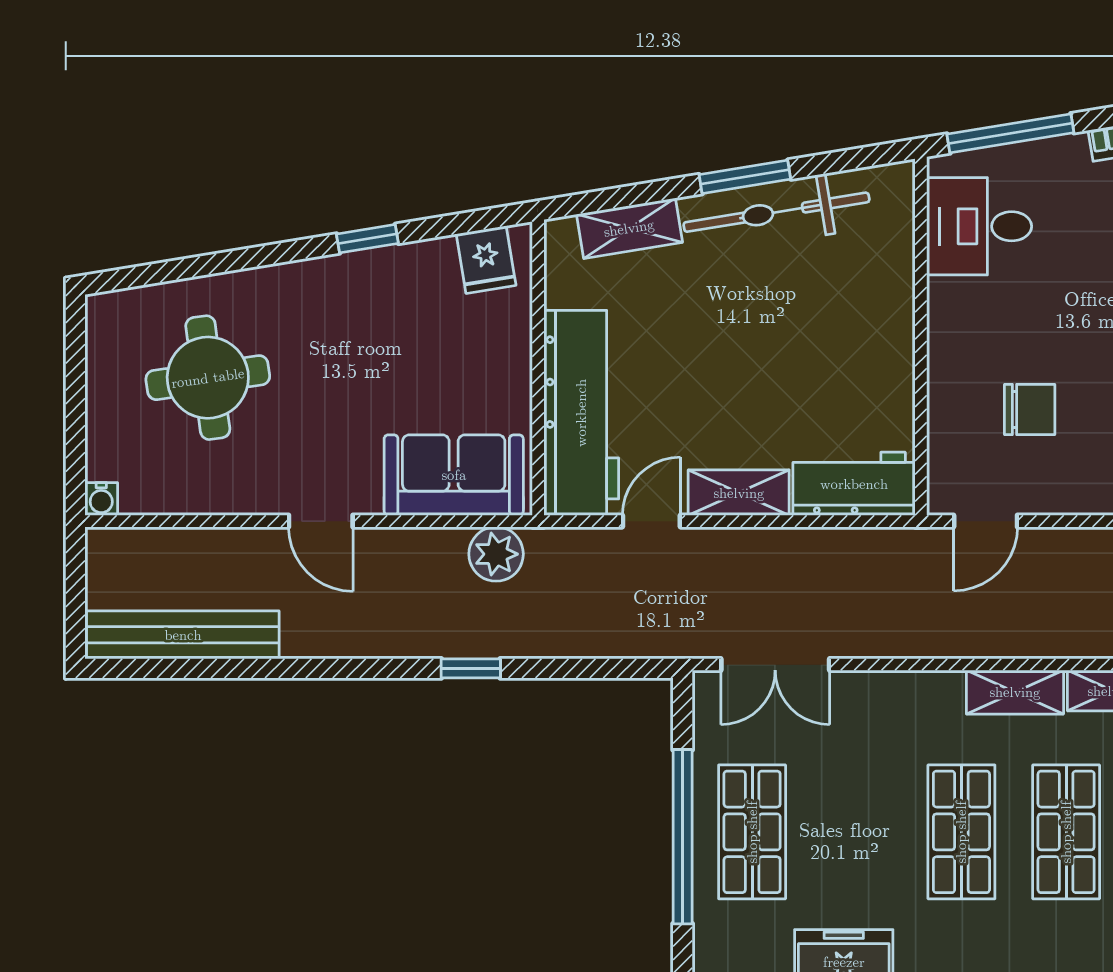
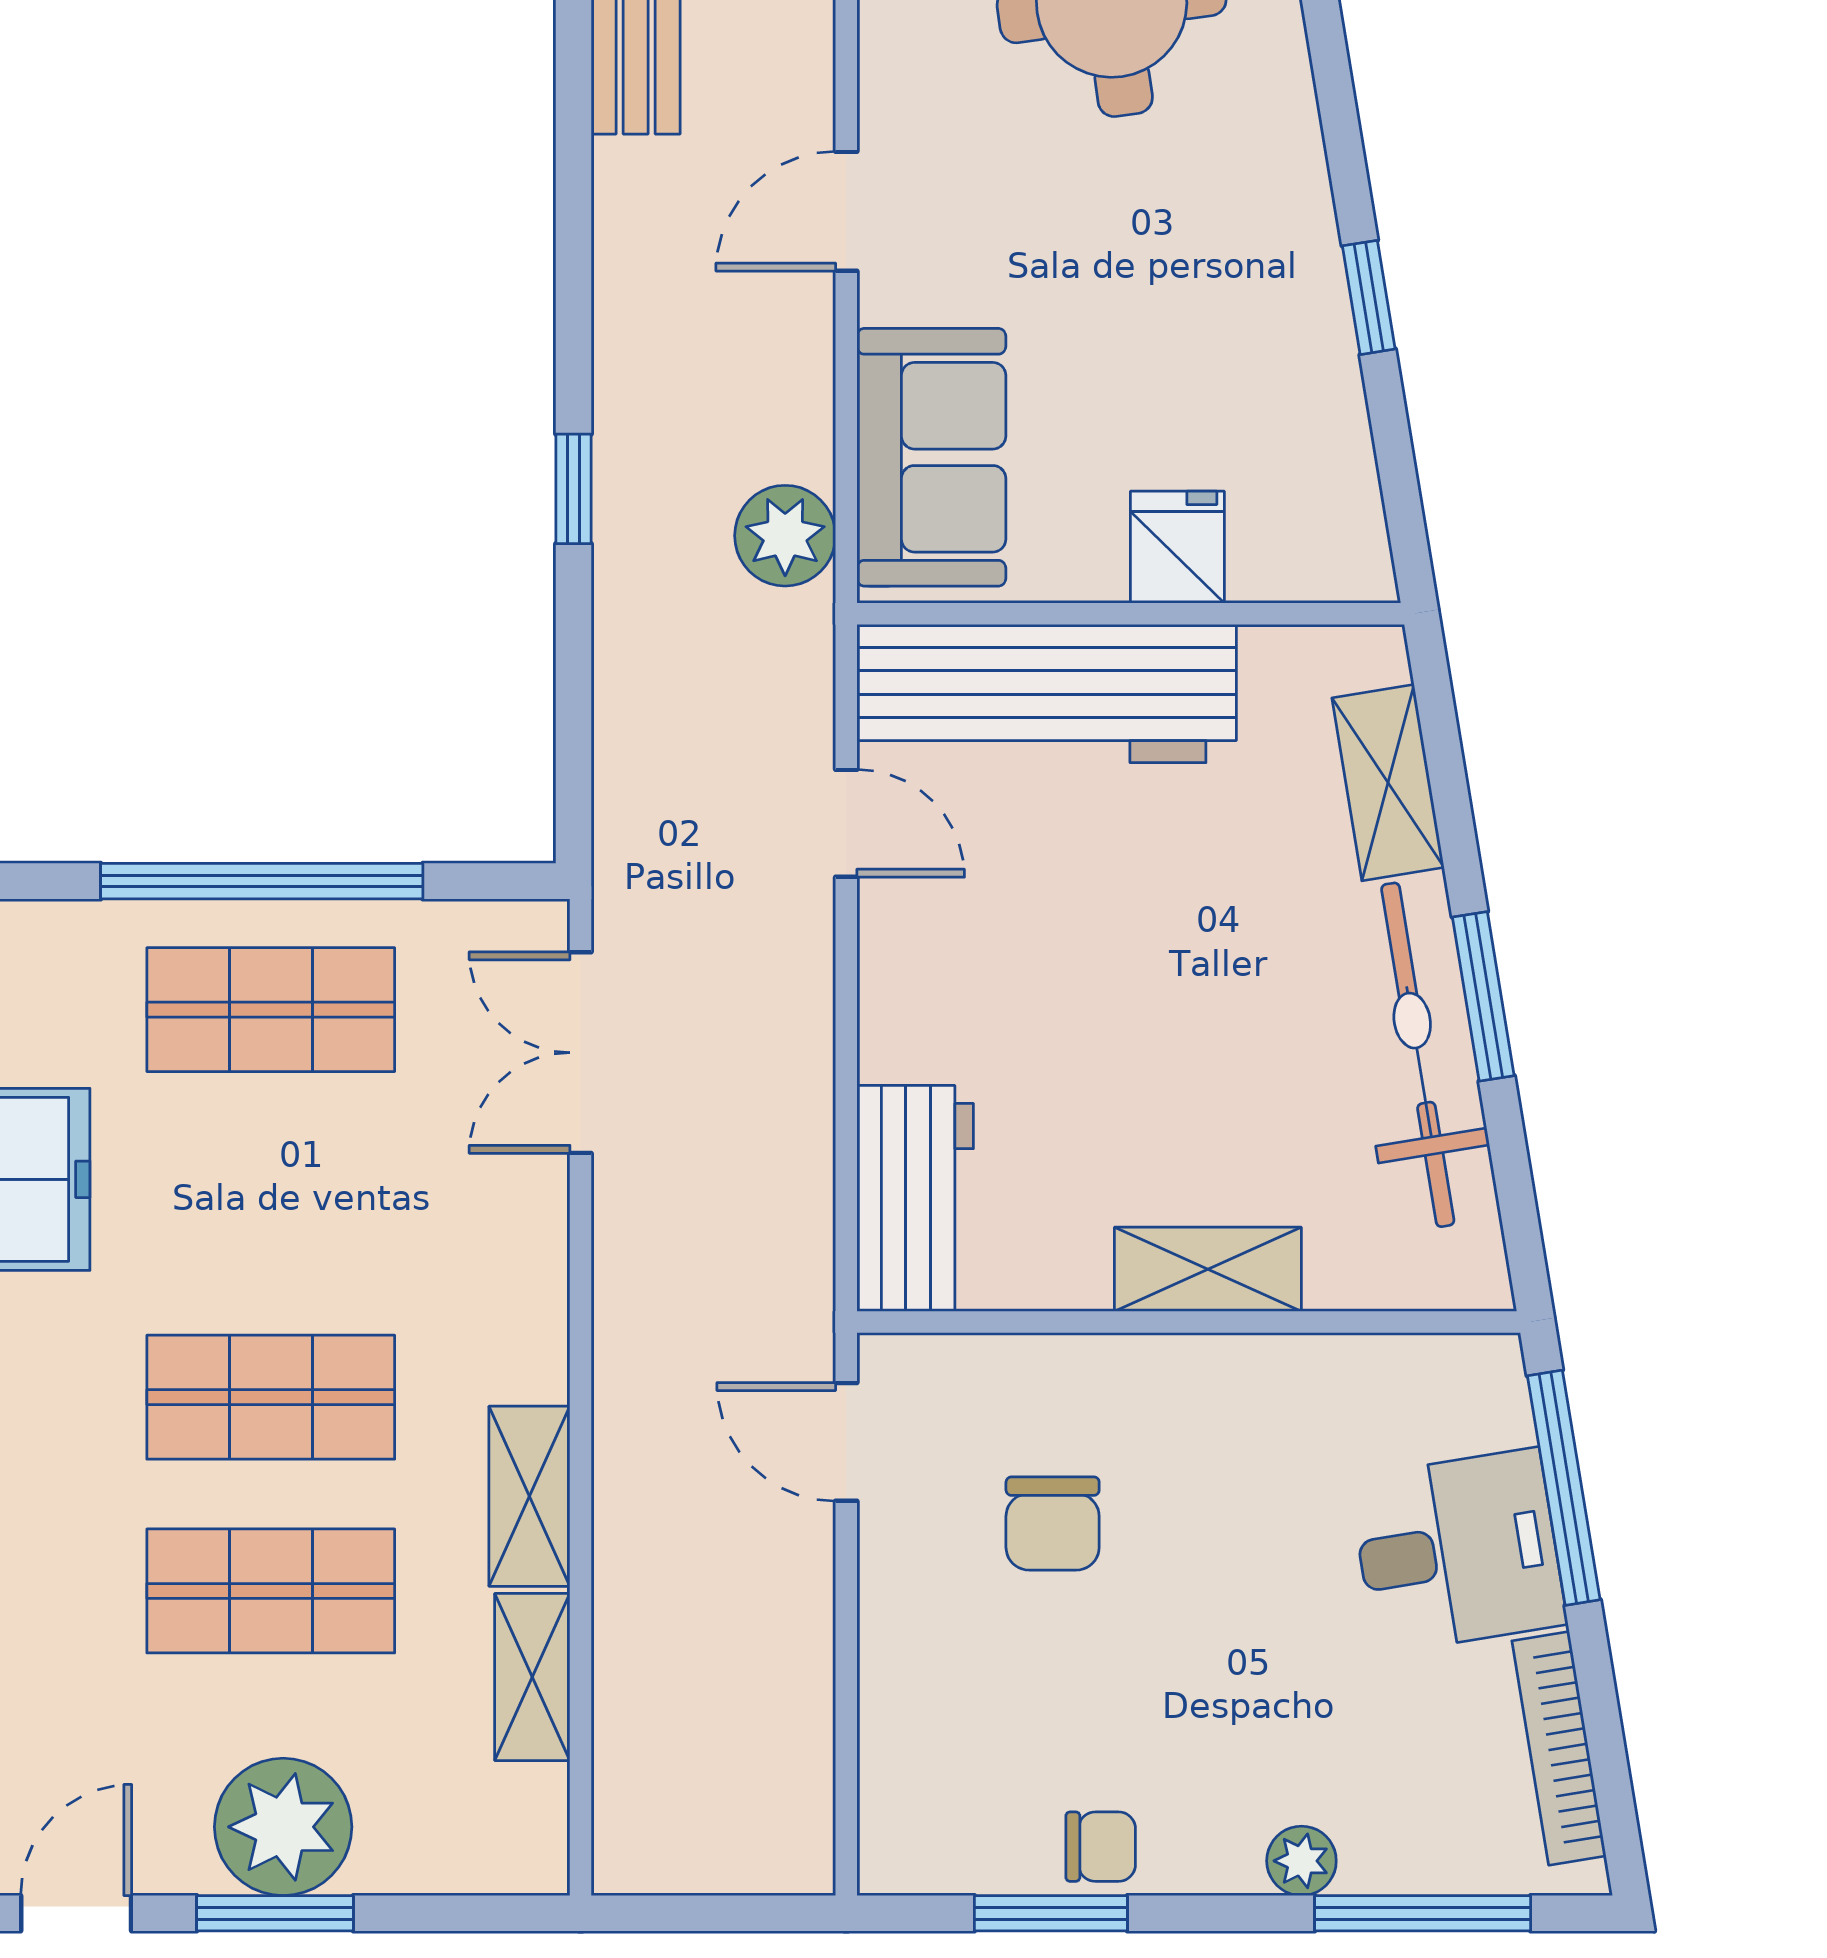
desk: (979, 226) -> (1458, 1551), moved, turned 81
fridge: (486, 260) -> (1177, 547), moved, turned 99
shelving: (739, 493) -> (1208, 1269), moved, turned 90

